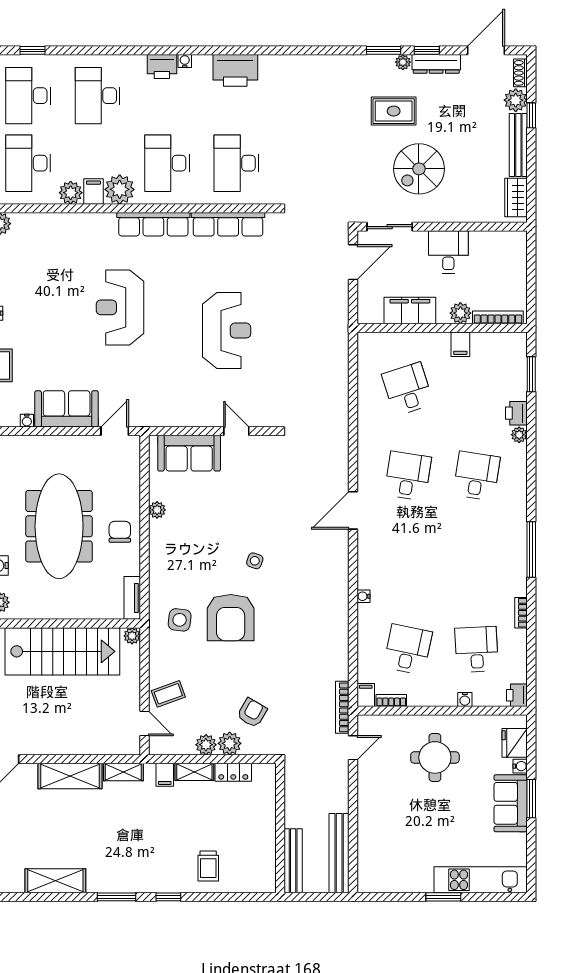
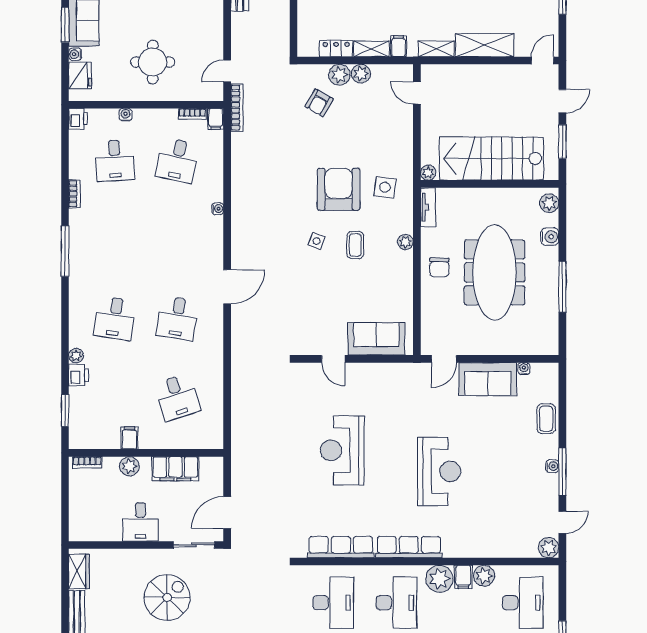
bookcase: (498, 317) -> (87, 462), width x0.64
plant: (157, 510) -> (405, 242), moved
coffee table: (168, 694) -> (355, 245), moved, turned -70

